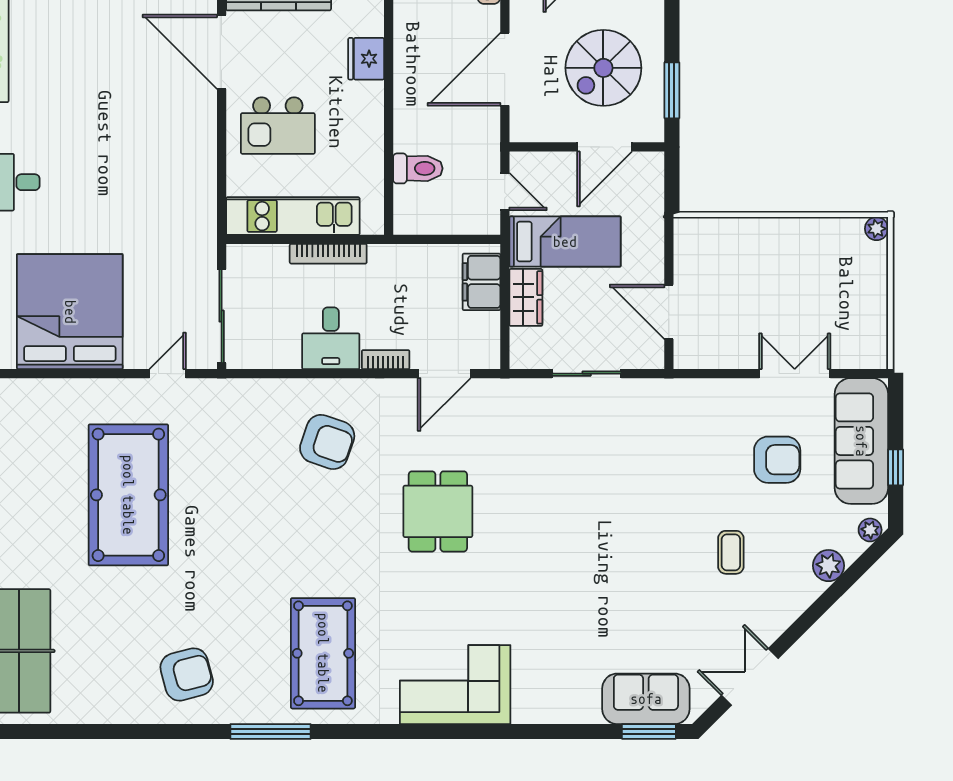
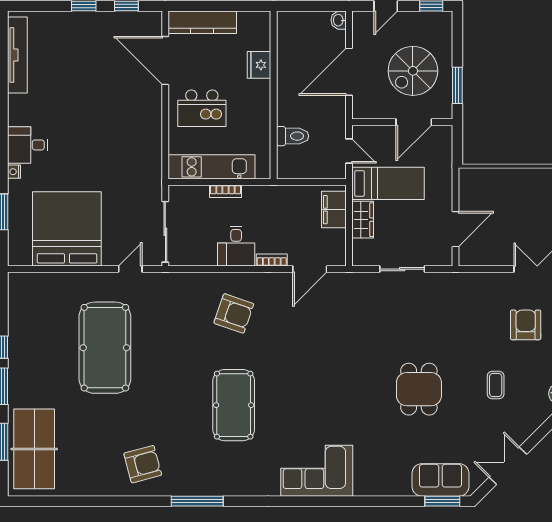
bookcase: (328, 254) -> (226, 191), width x0.64
door: (669, 312) -> (455, 229), swing flipped
armchair: (777, 460) -> (526, 325), turned -90
dining table: (438, 511) -> (419, 389), moved
pool table: (323, 653) -> (234, 405), moved

